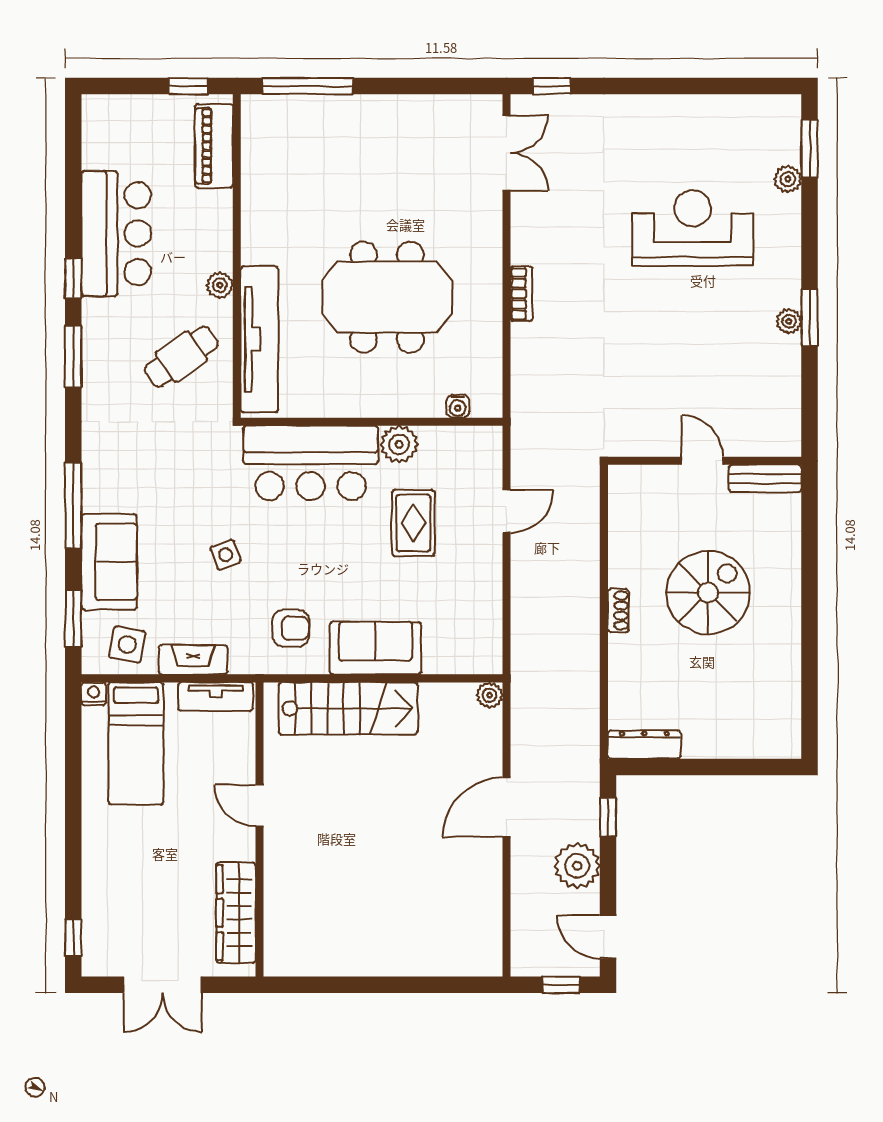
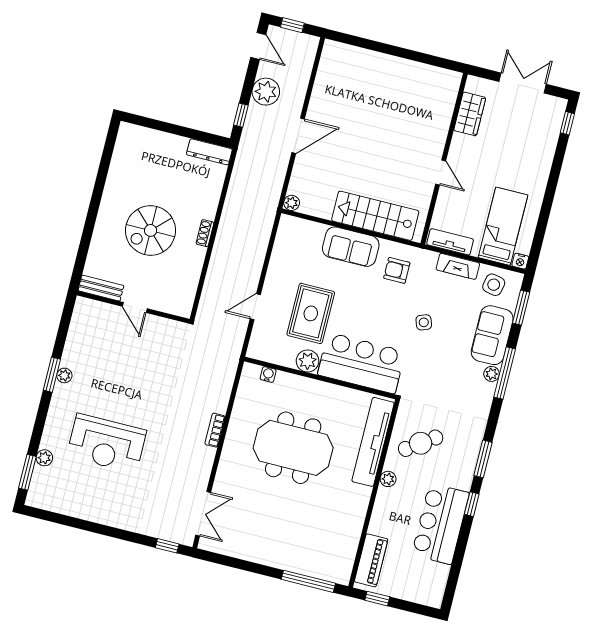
double door: (506, 153) -> (203, 514), swing flipped
plant: (94, 498) -> (492, 374), added
rug: (413, 523) -> (311, 313), width x1.36, depth x1.43
wardrobe: (236, 913) -> (470, 114), width x0.67

